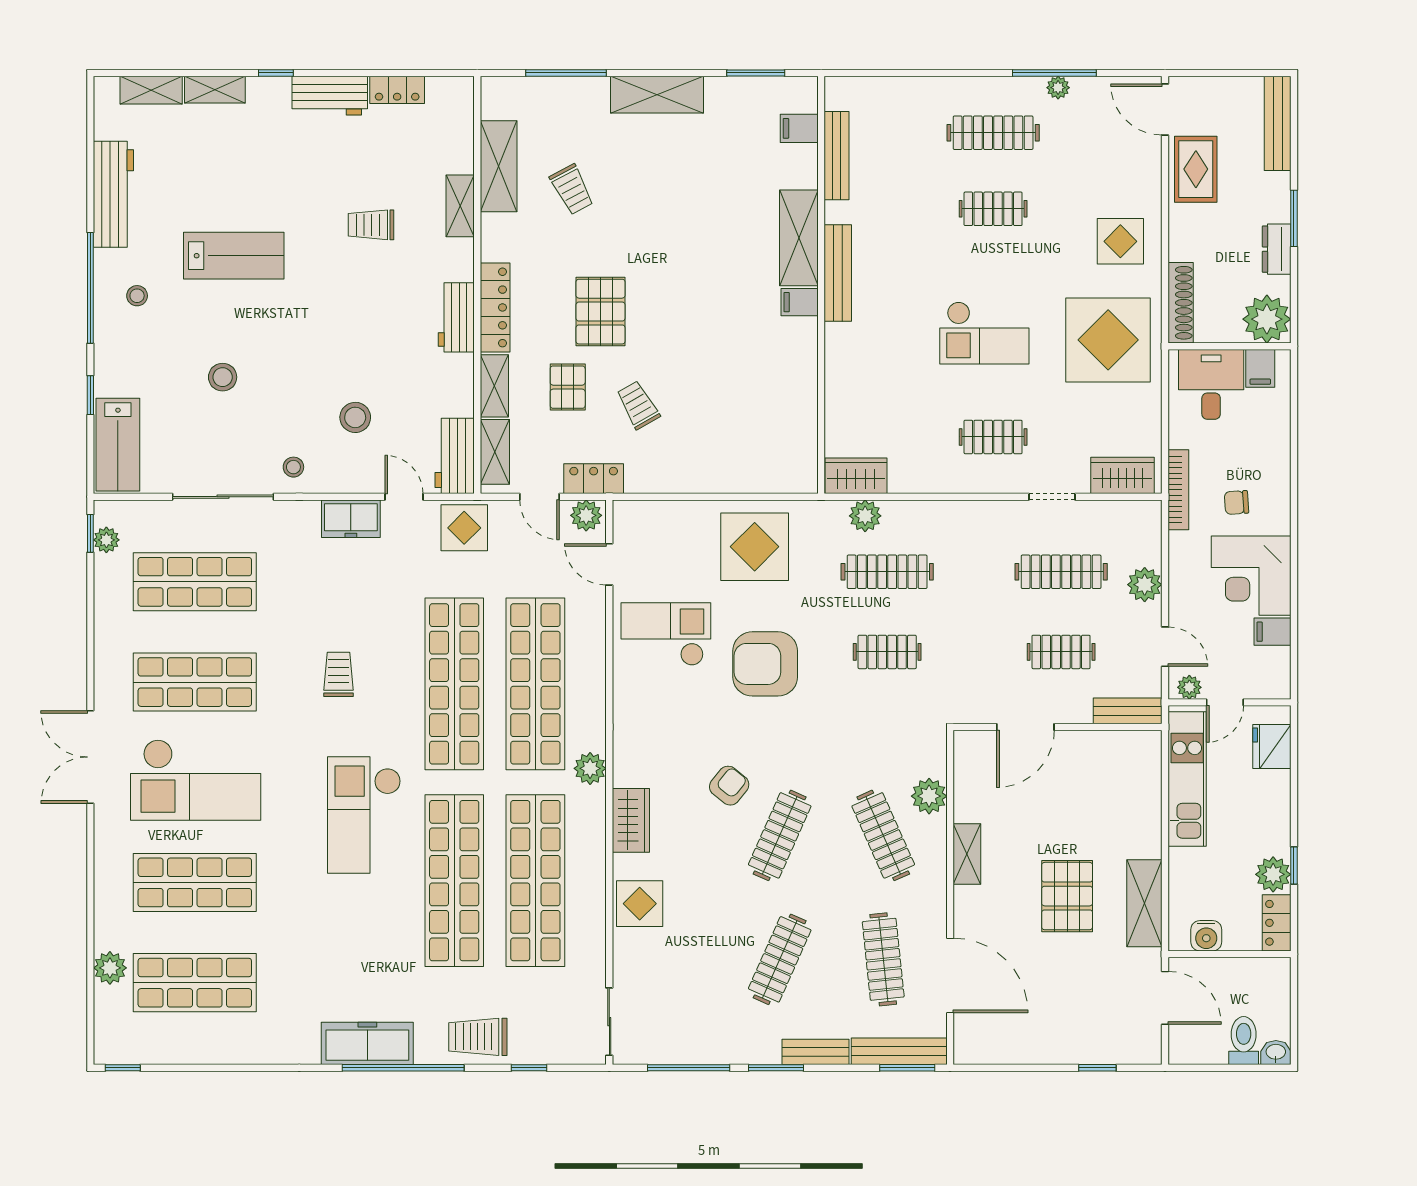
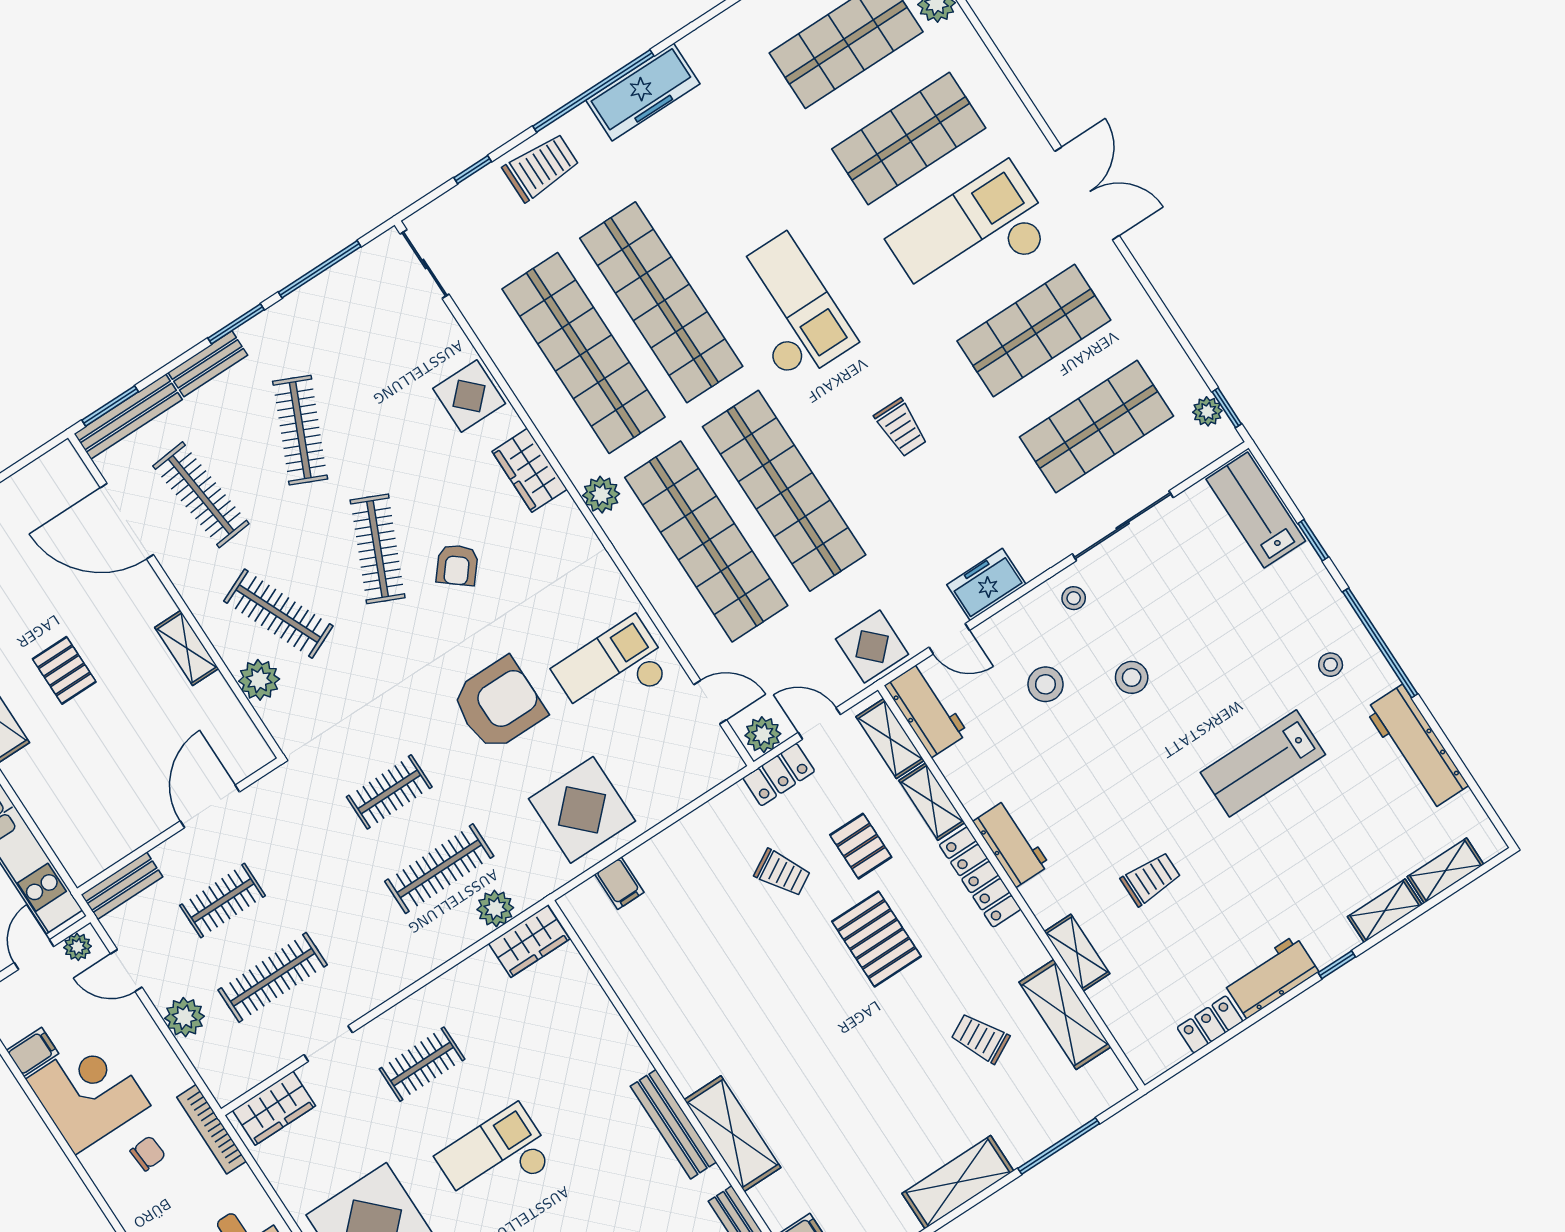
filing cabinet: (800, 302) -> (619, 883), moved, turned 90
stool: (223, 377) -> (1132, 677), moved
checkout: (666, 634) -> (612, 671), turned 180
pallet: (1067, 896) -> (64, 670), width x0.67, depth x0.71

